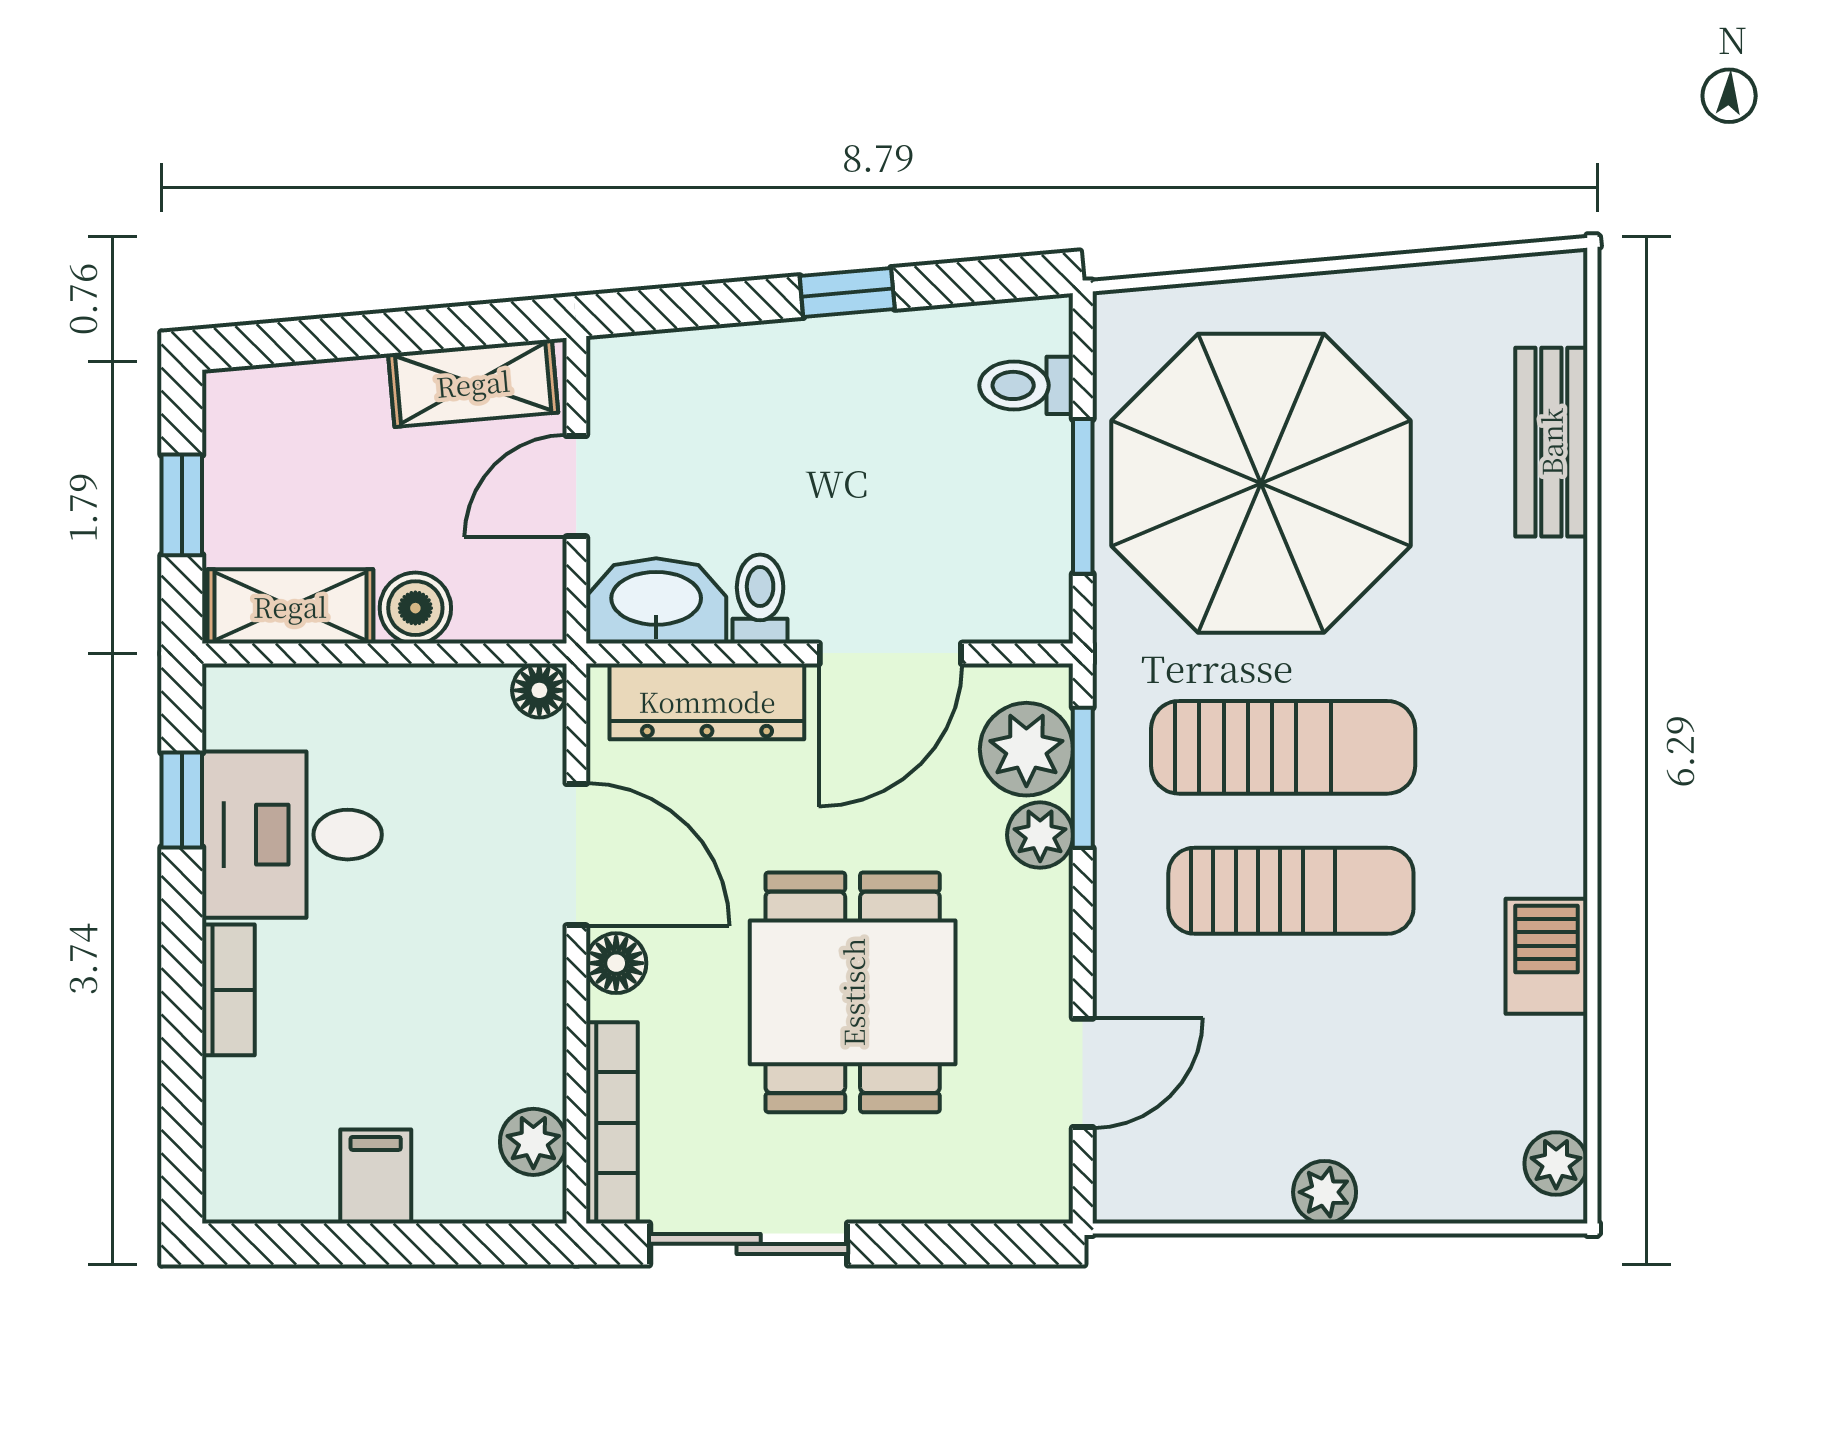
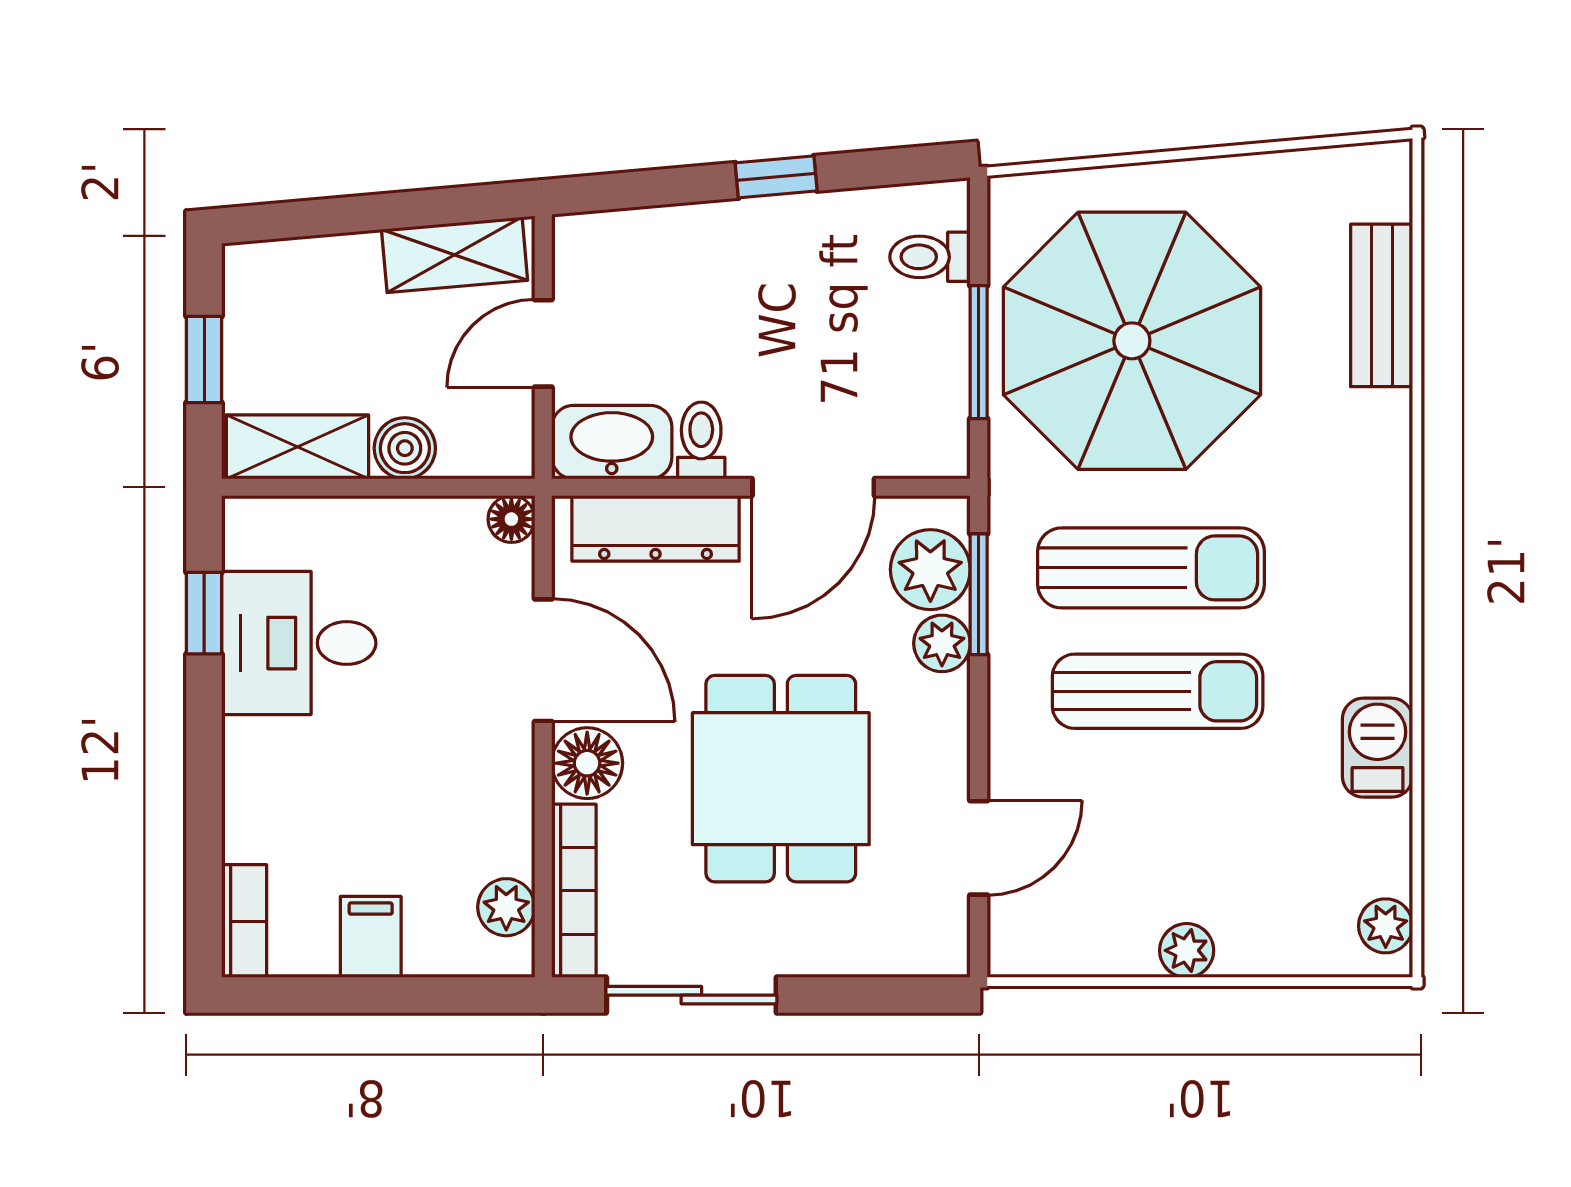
floor lamp: (616, 963) -> (587, 763), width x1.37, depth x1.37
bookcase: (228, 990) -> (244, 921), moved

